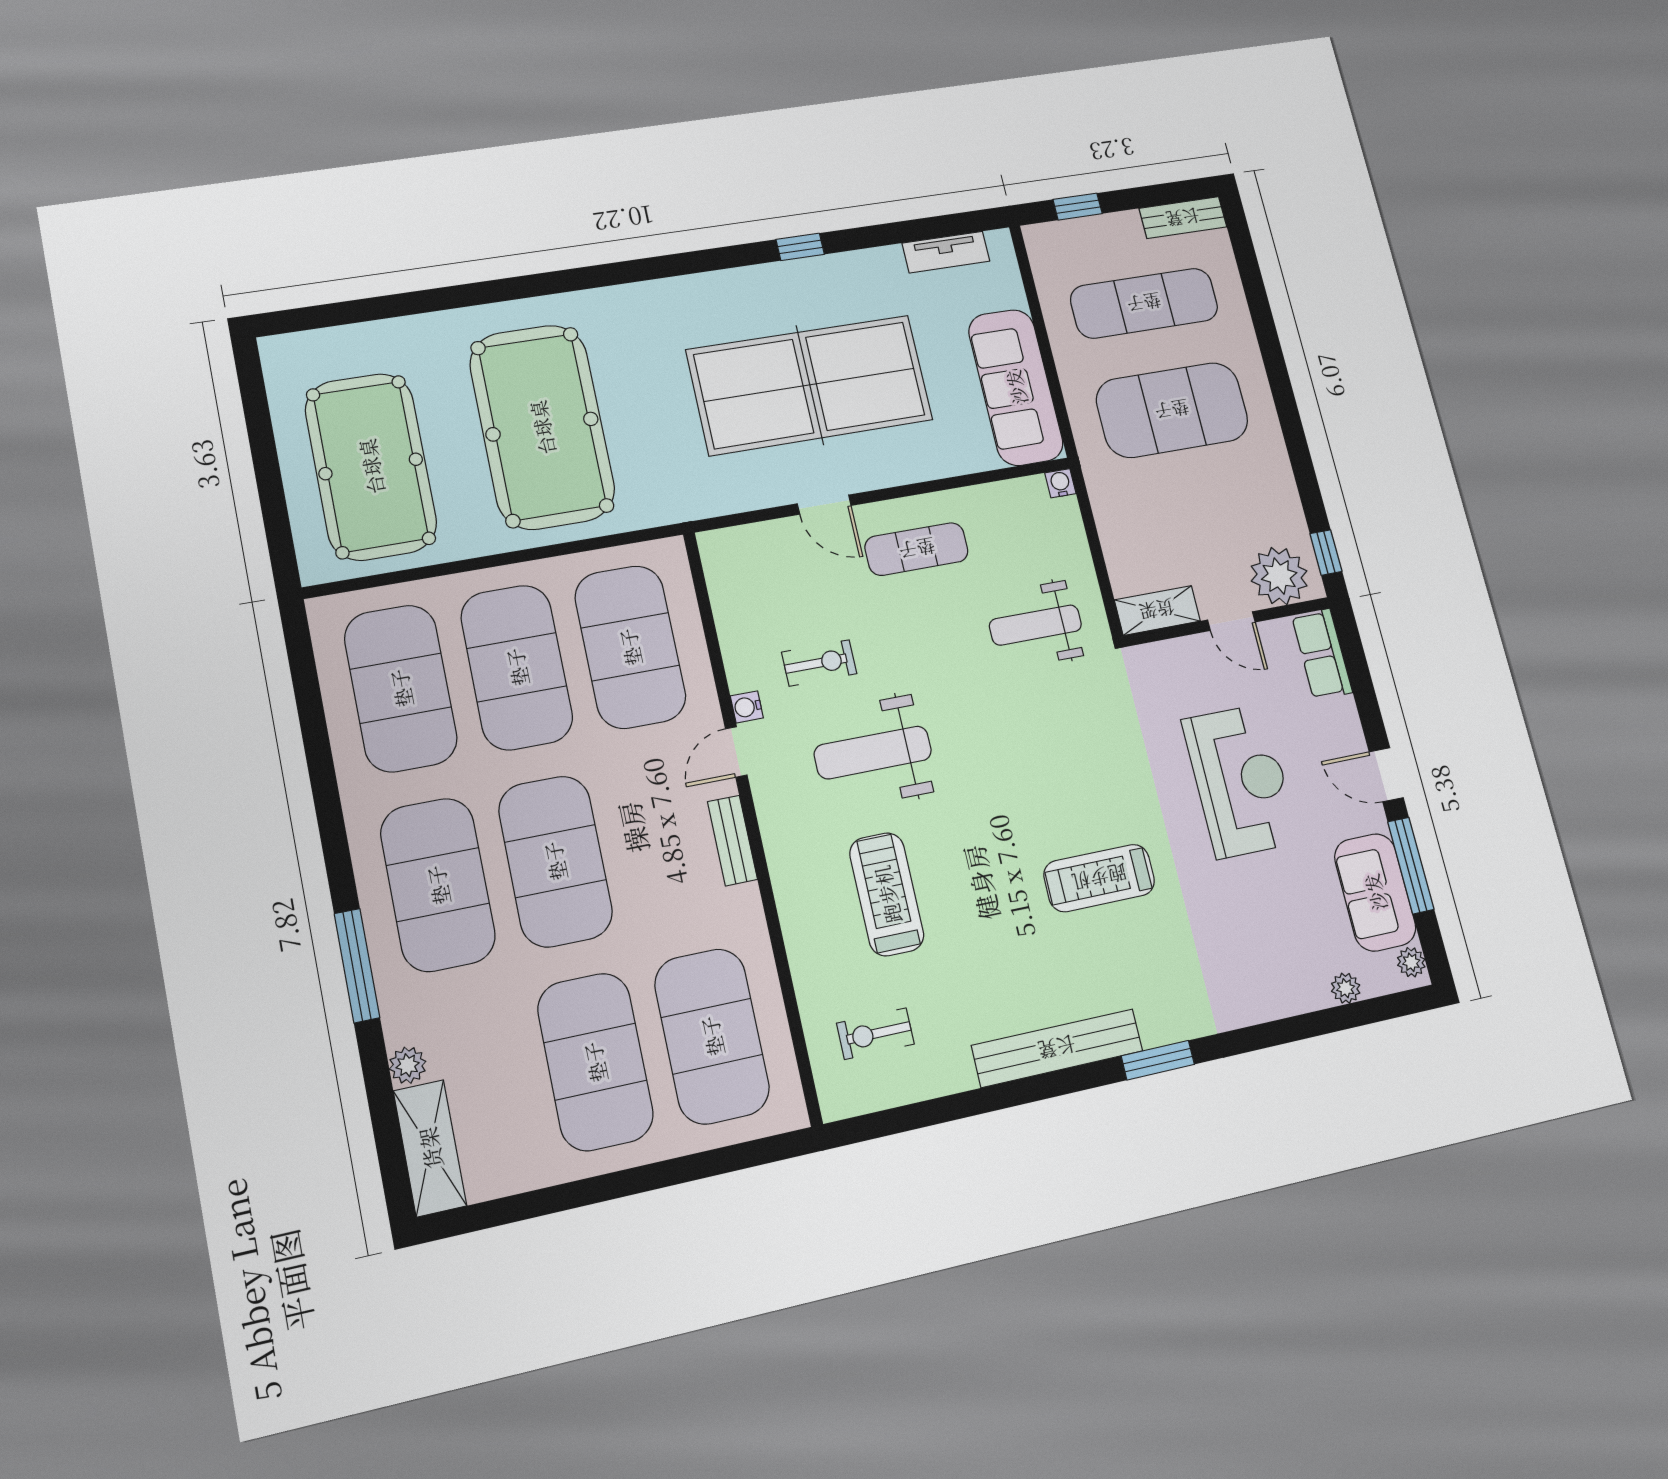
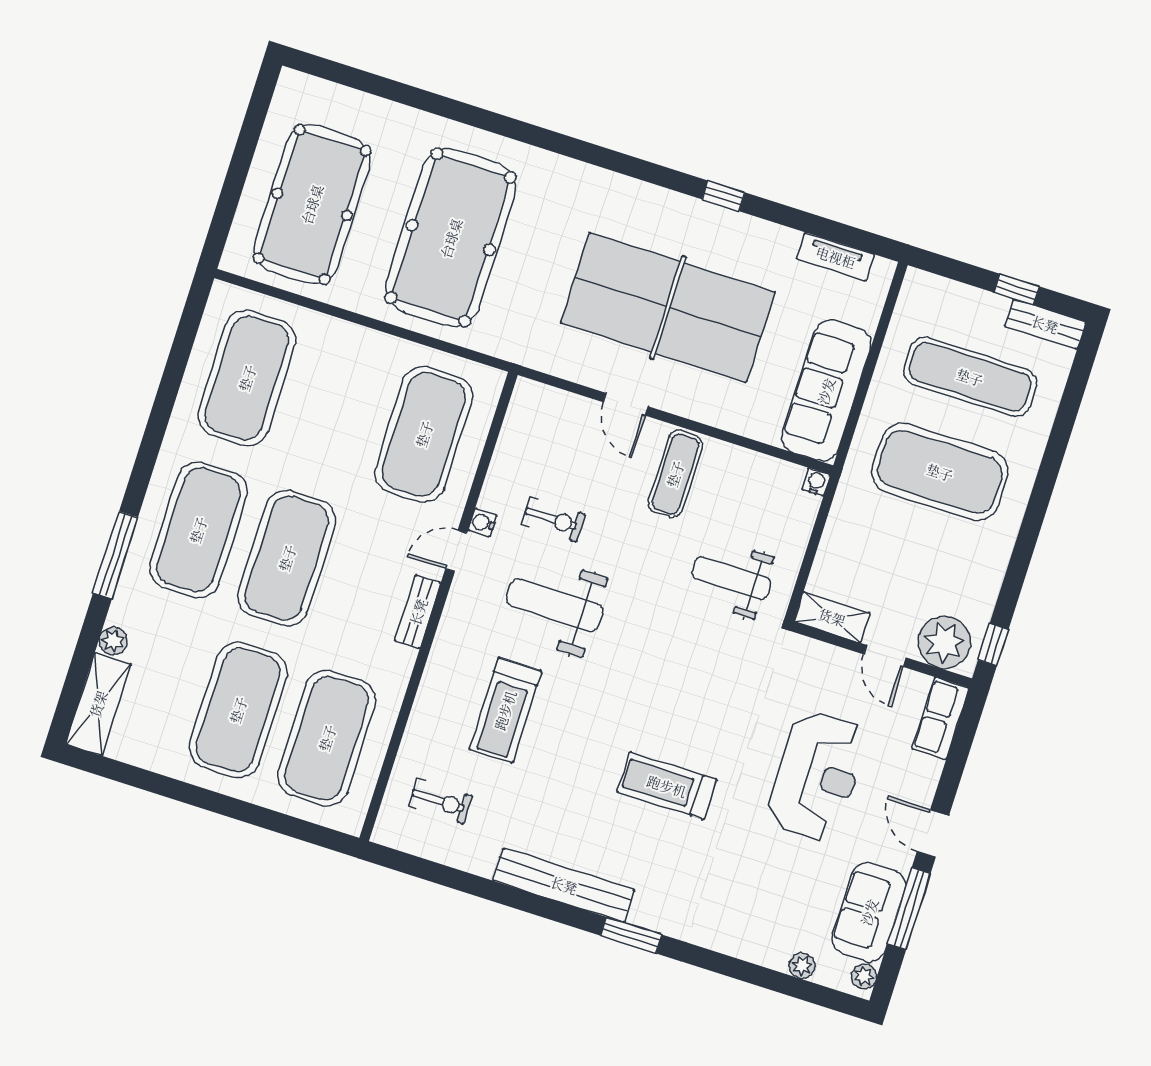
window: (1078, 207) -> (1017, 290), moved
exercise mat: (917, 549) -> (675, 474), turned 90
exercise mat: (517, 667) -> (335, 406), removed
treadmill: (887, 894) -> (505, 710), turned 180
exercise bike: (875, 1034) -> (441, 801), turned 180

